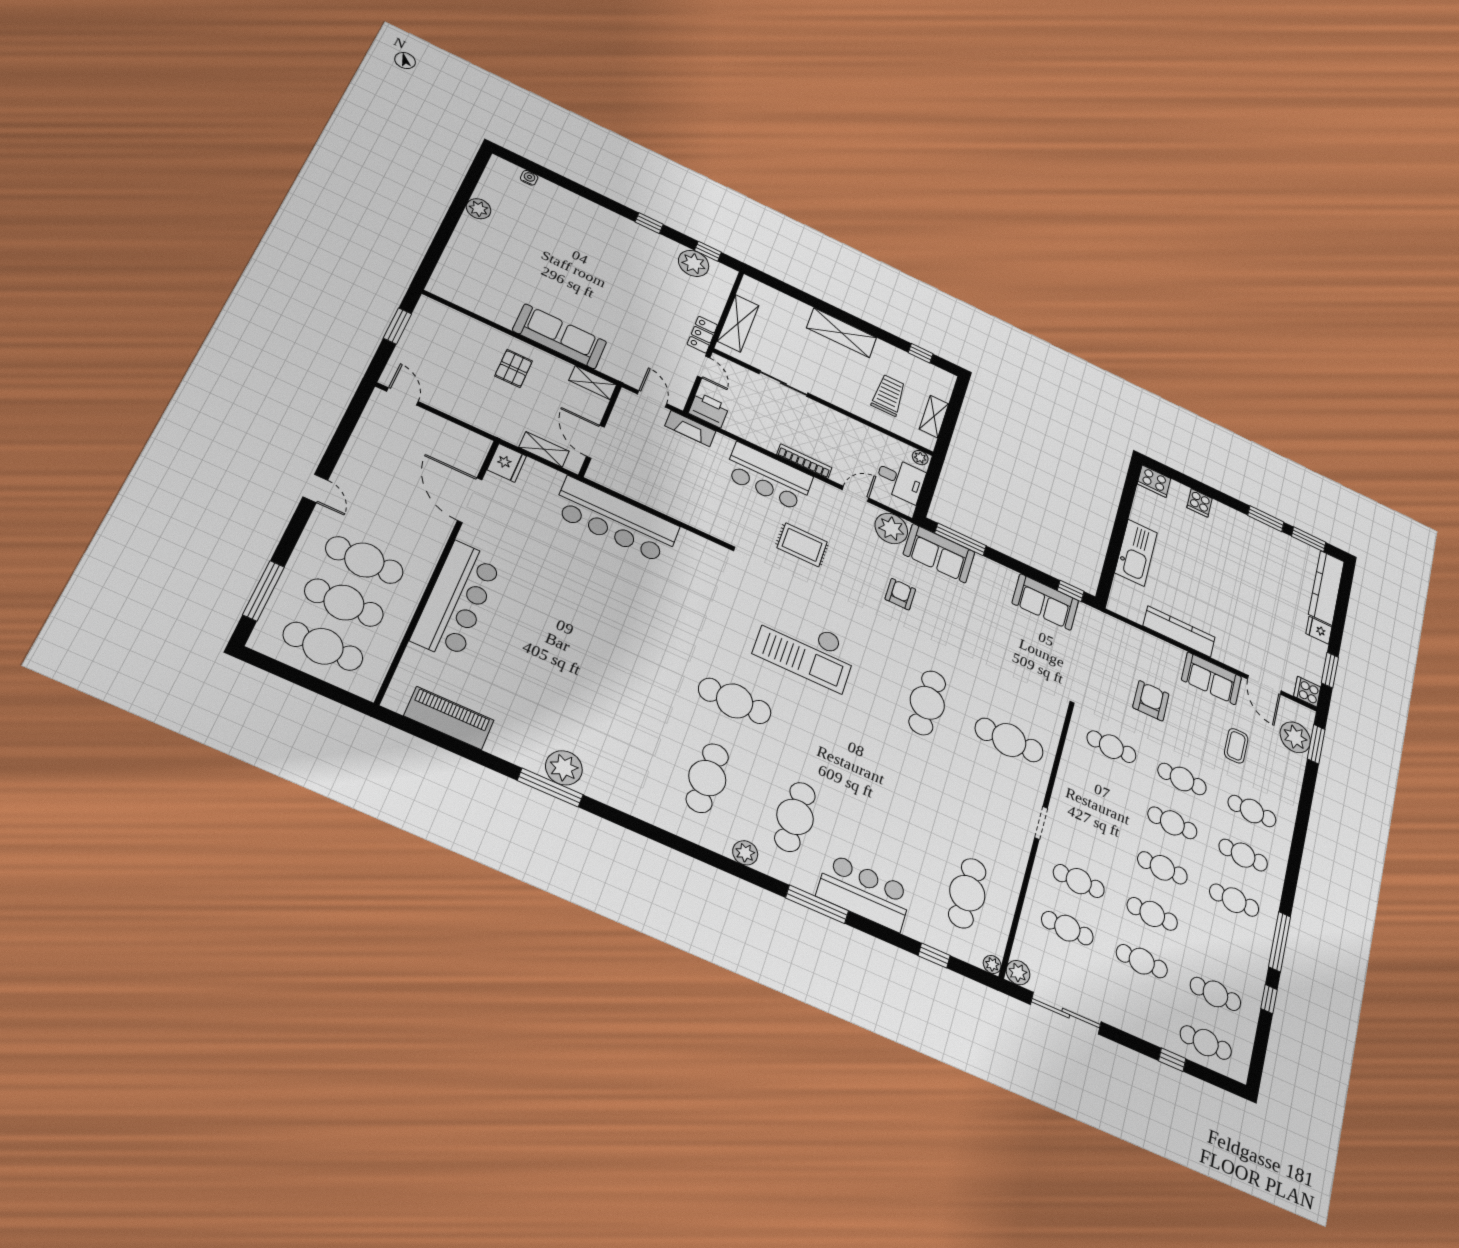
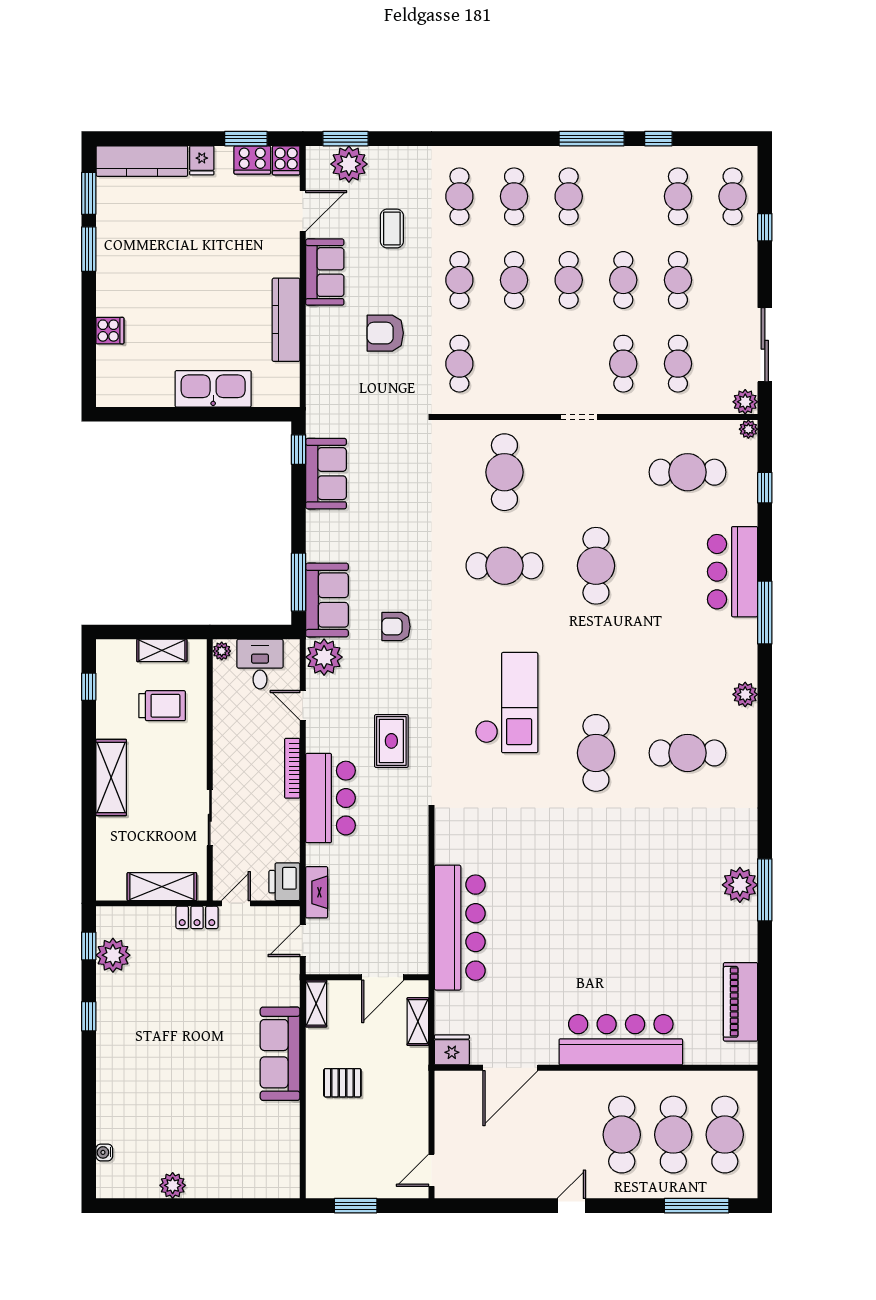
trolley: (889, 395) -> (162, 706), turned 180
cooker: (1154, 481) -> (252, 160), moved, turned 90
coffee table: (1236, 746) -> (392, 228), turned 90
cafe table: (795, 817) -> (596, 566), moved, turned 90

